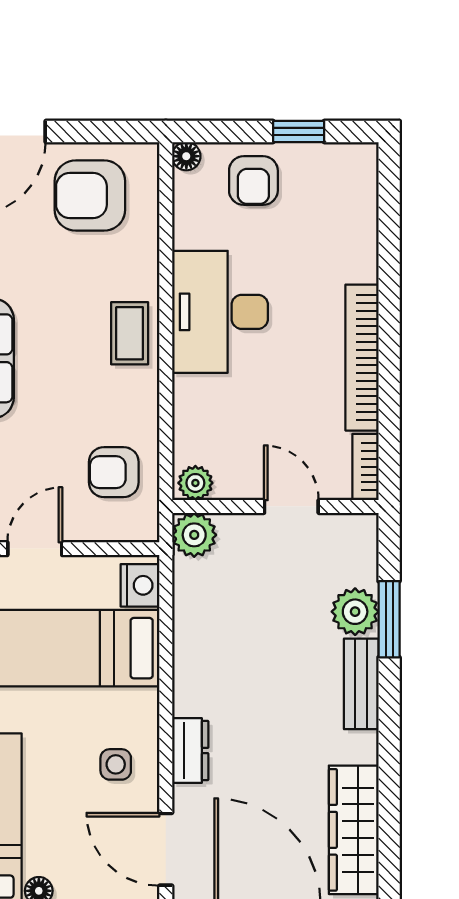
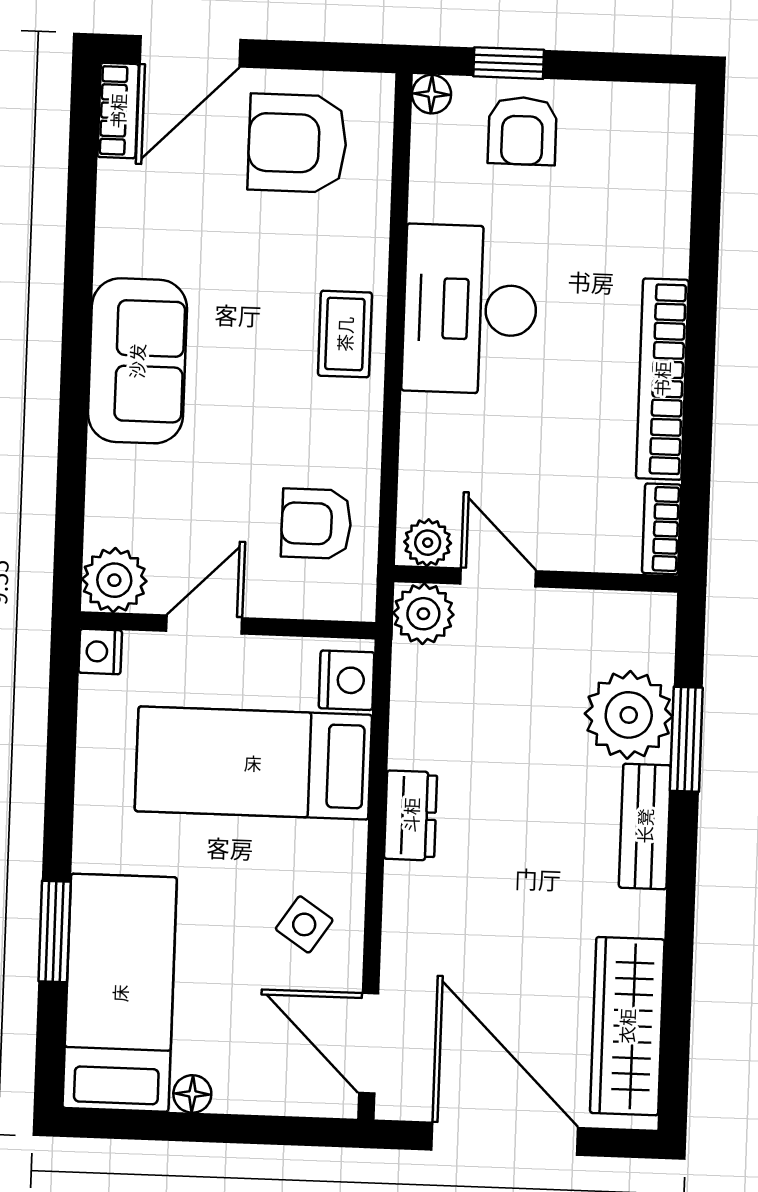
window: (299, 132) -> (509, 63), moved
door: (291, 506) -> (498, 577), moved
plant: (355, 612) -> (629, 715), width x1.36, depth x1.36
dresser: (190, 750) -> (411, 815), moved
side table: (116, 764) -> (304, 924), turned 34

